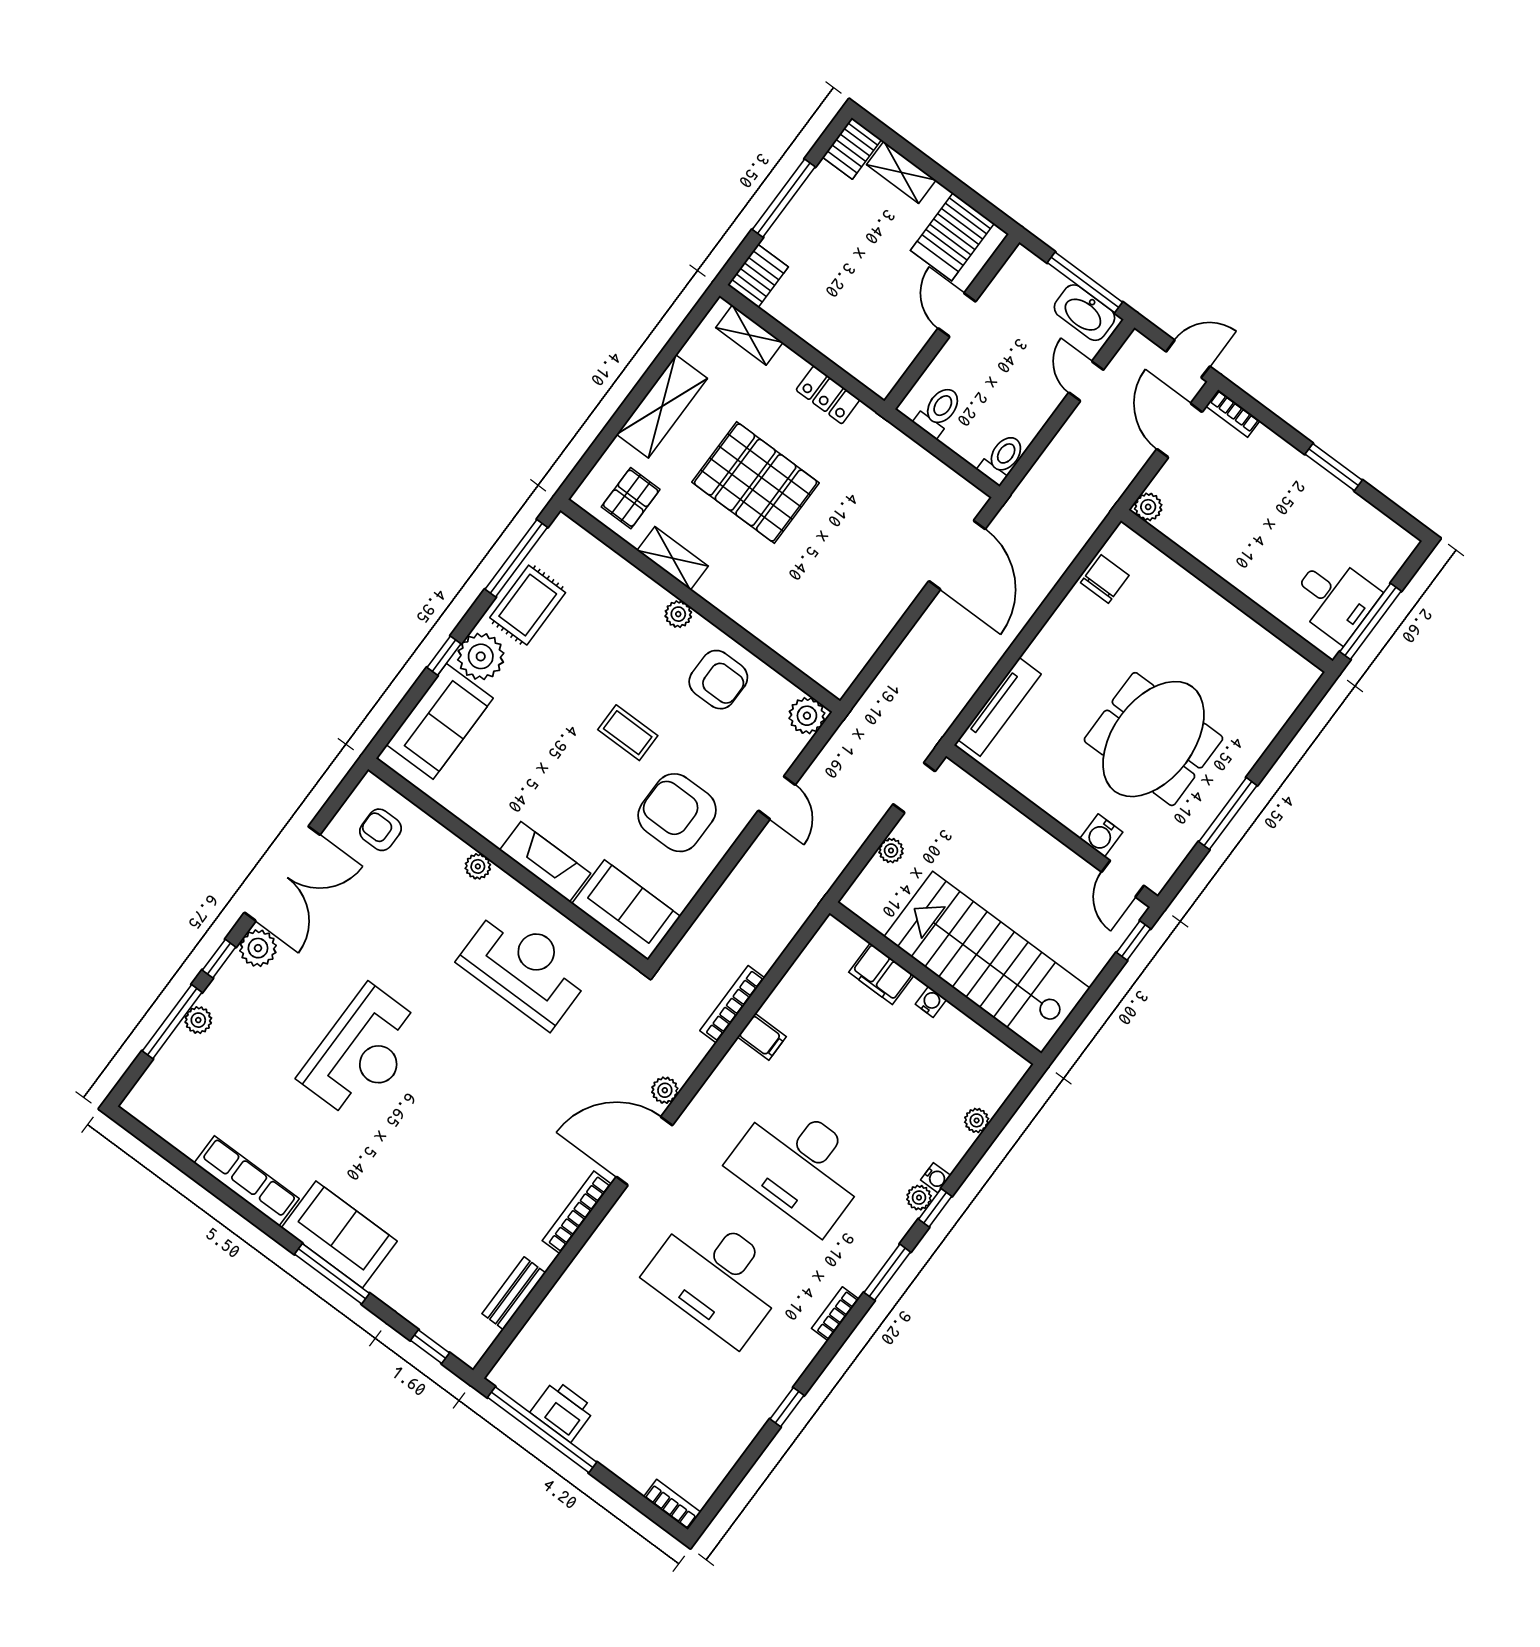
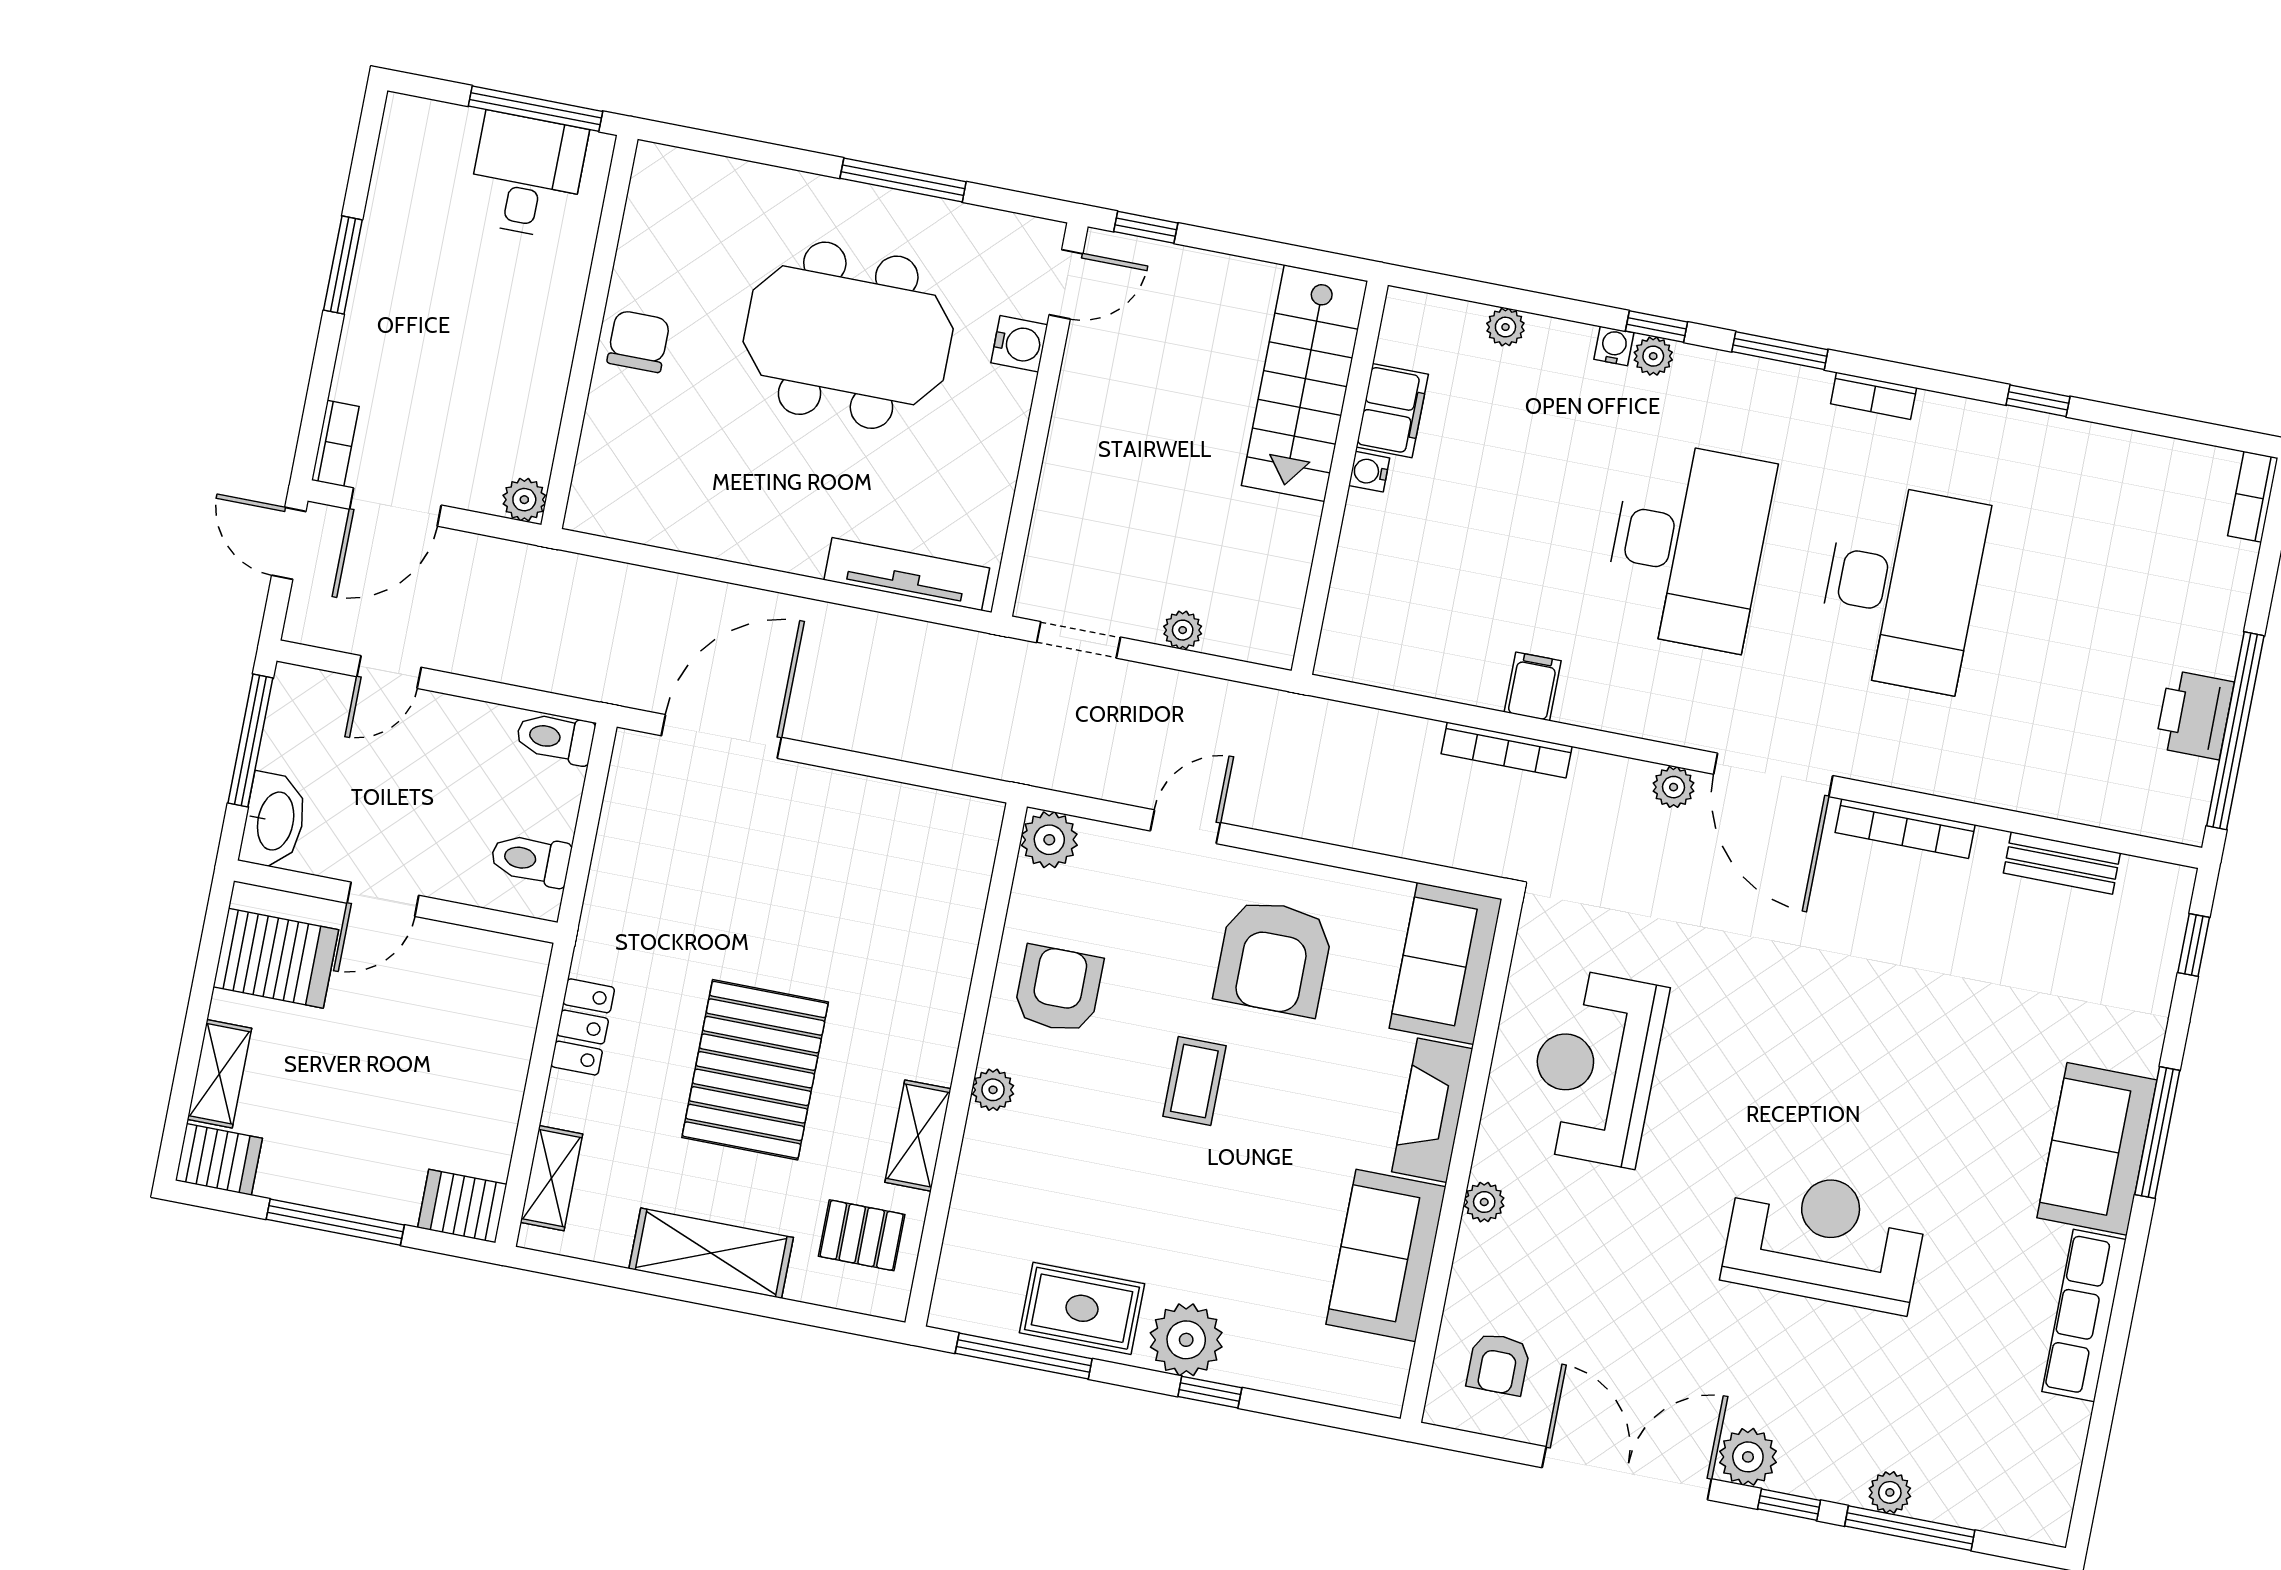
washbasin: (1084, 313) -> (274, 821), moved
chair: (1105, 579) -> (638, 341), moved, turned 90
sofa: (440, 721) -> (1386, 1255), moved, turned -90
stairs: (987, 962) -> (1305, 383), width x0.73, depth x0.66
filing cabinet: (881, 974) -> (1392, 411), moved

